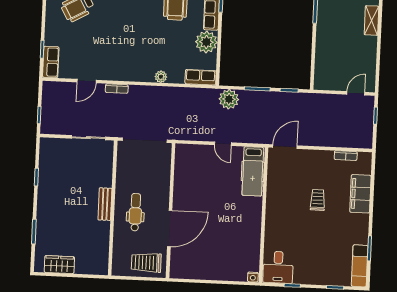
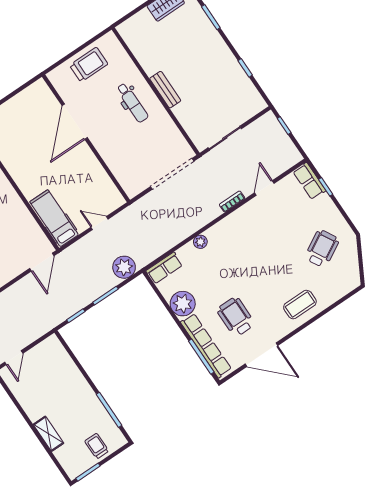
wall: (171, 211) -> (86, 138), moved
door: (170, 229) -> (75, 122), moved

